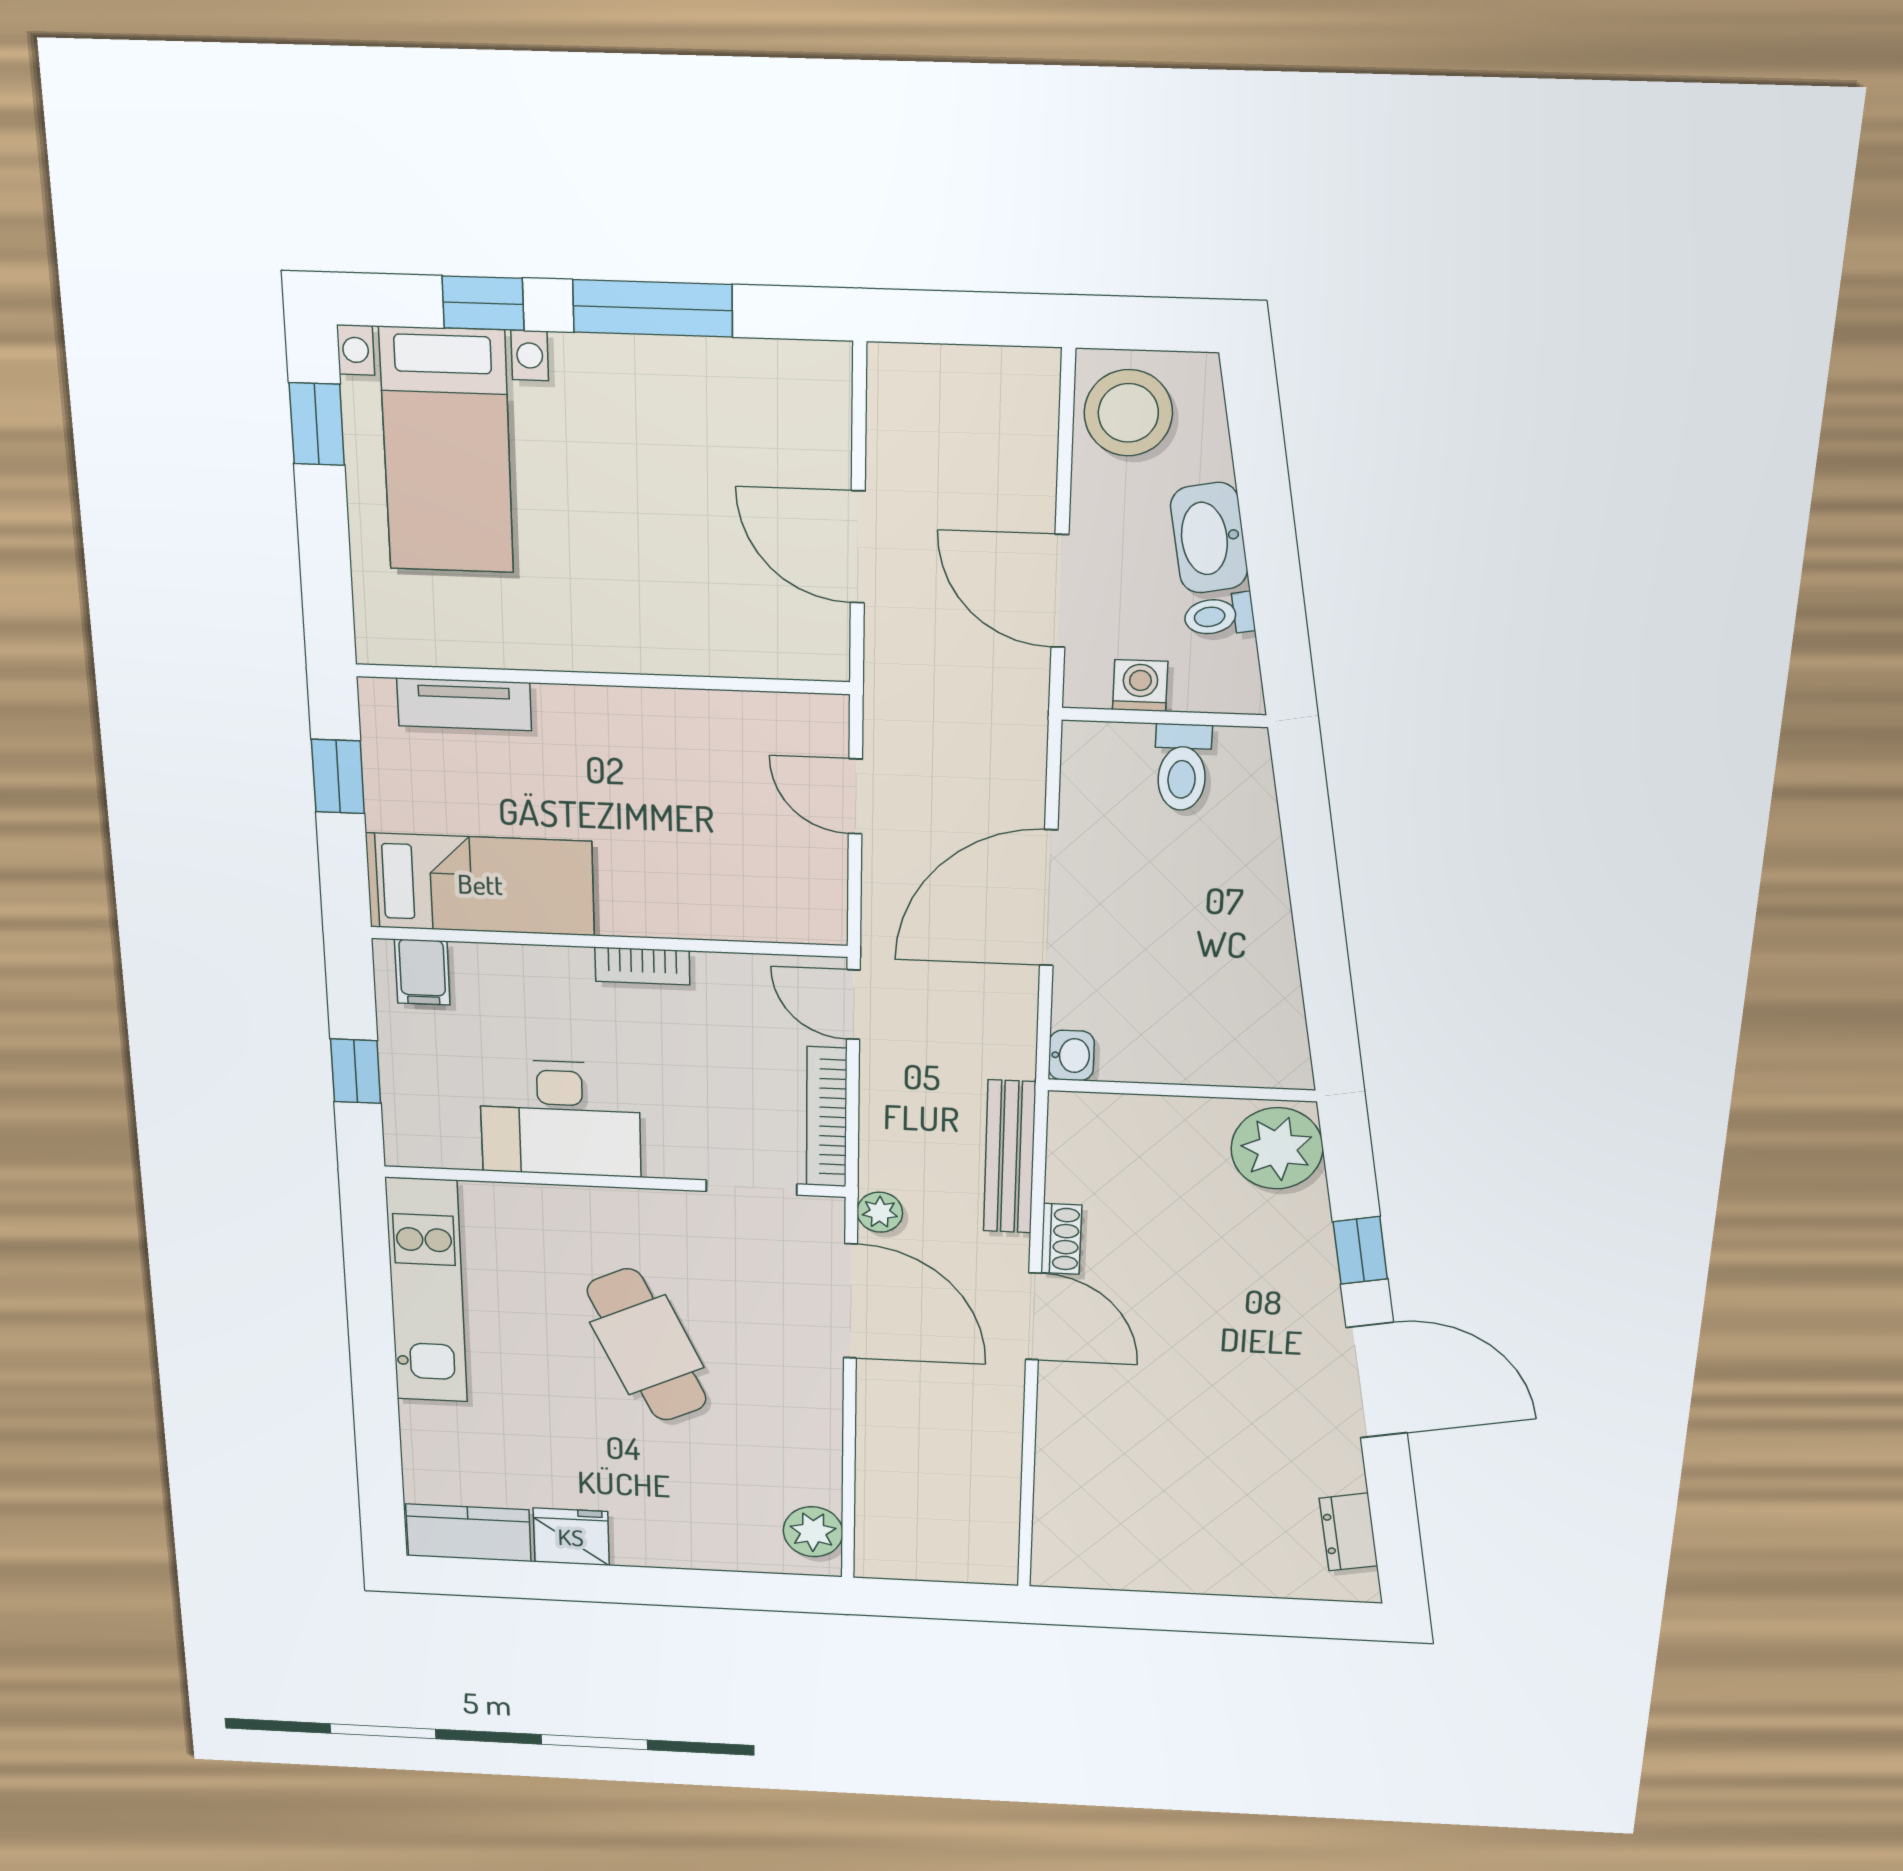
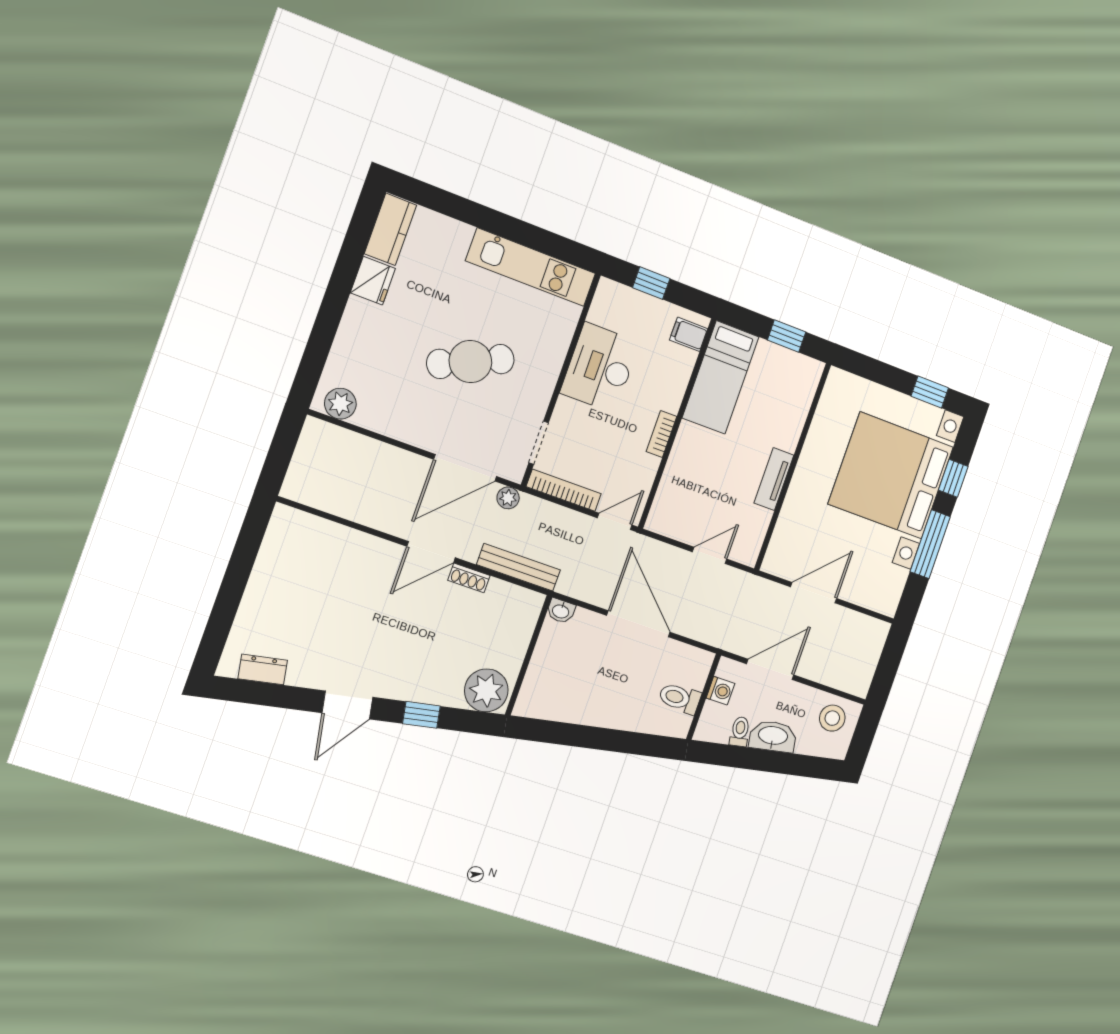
stool: (1128, 413) -> (832, 718), width x0.73, depth x0.73
bed with nightstands: (447, 451) -> (891, 475), width x1.85
tv unit: (464, 704) -> (774, 479), moved
door: (1377, 1380) -> (347, 705), width x0.73

